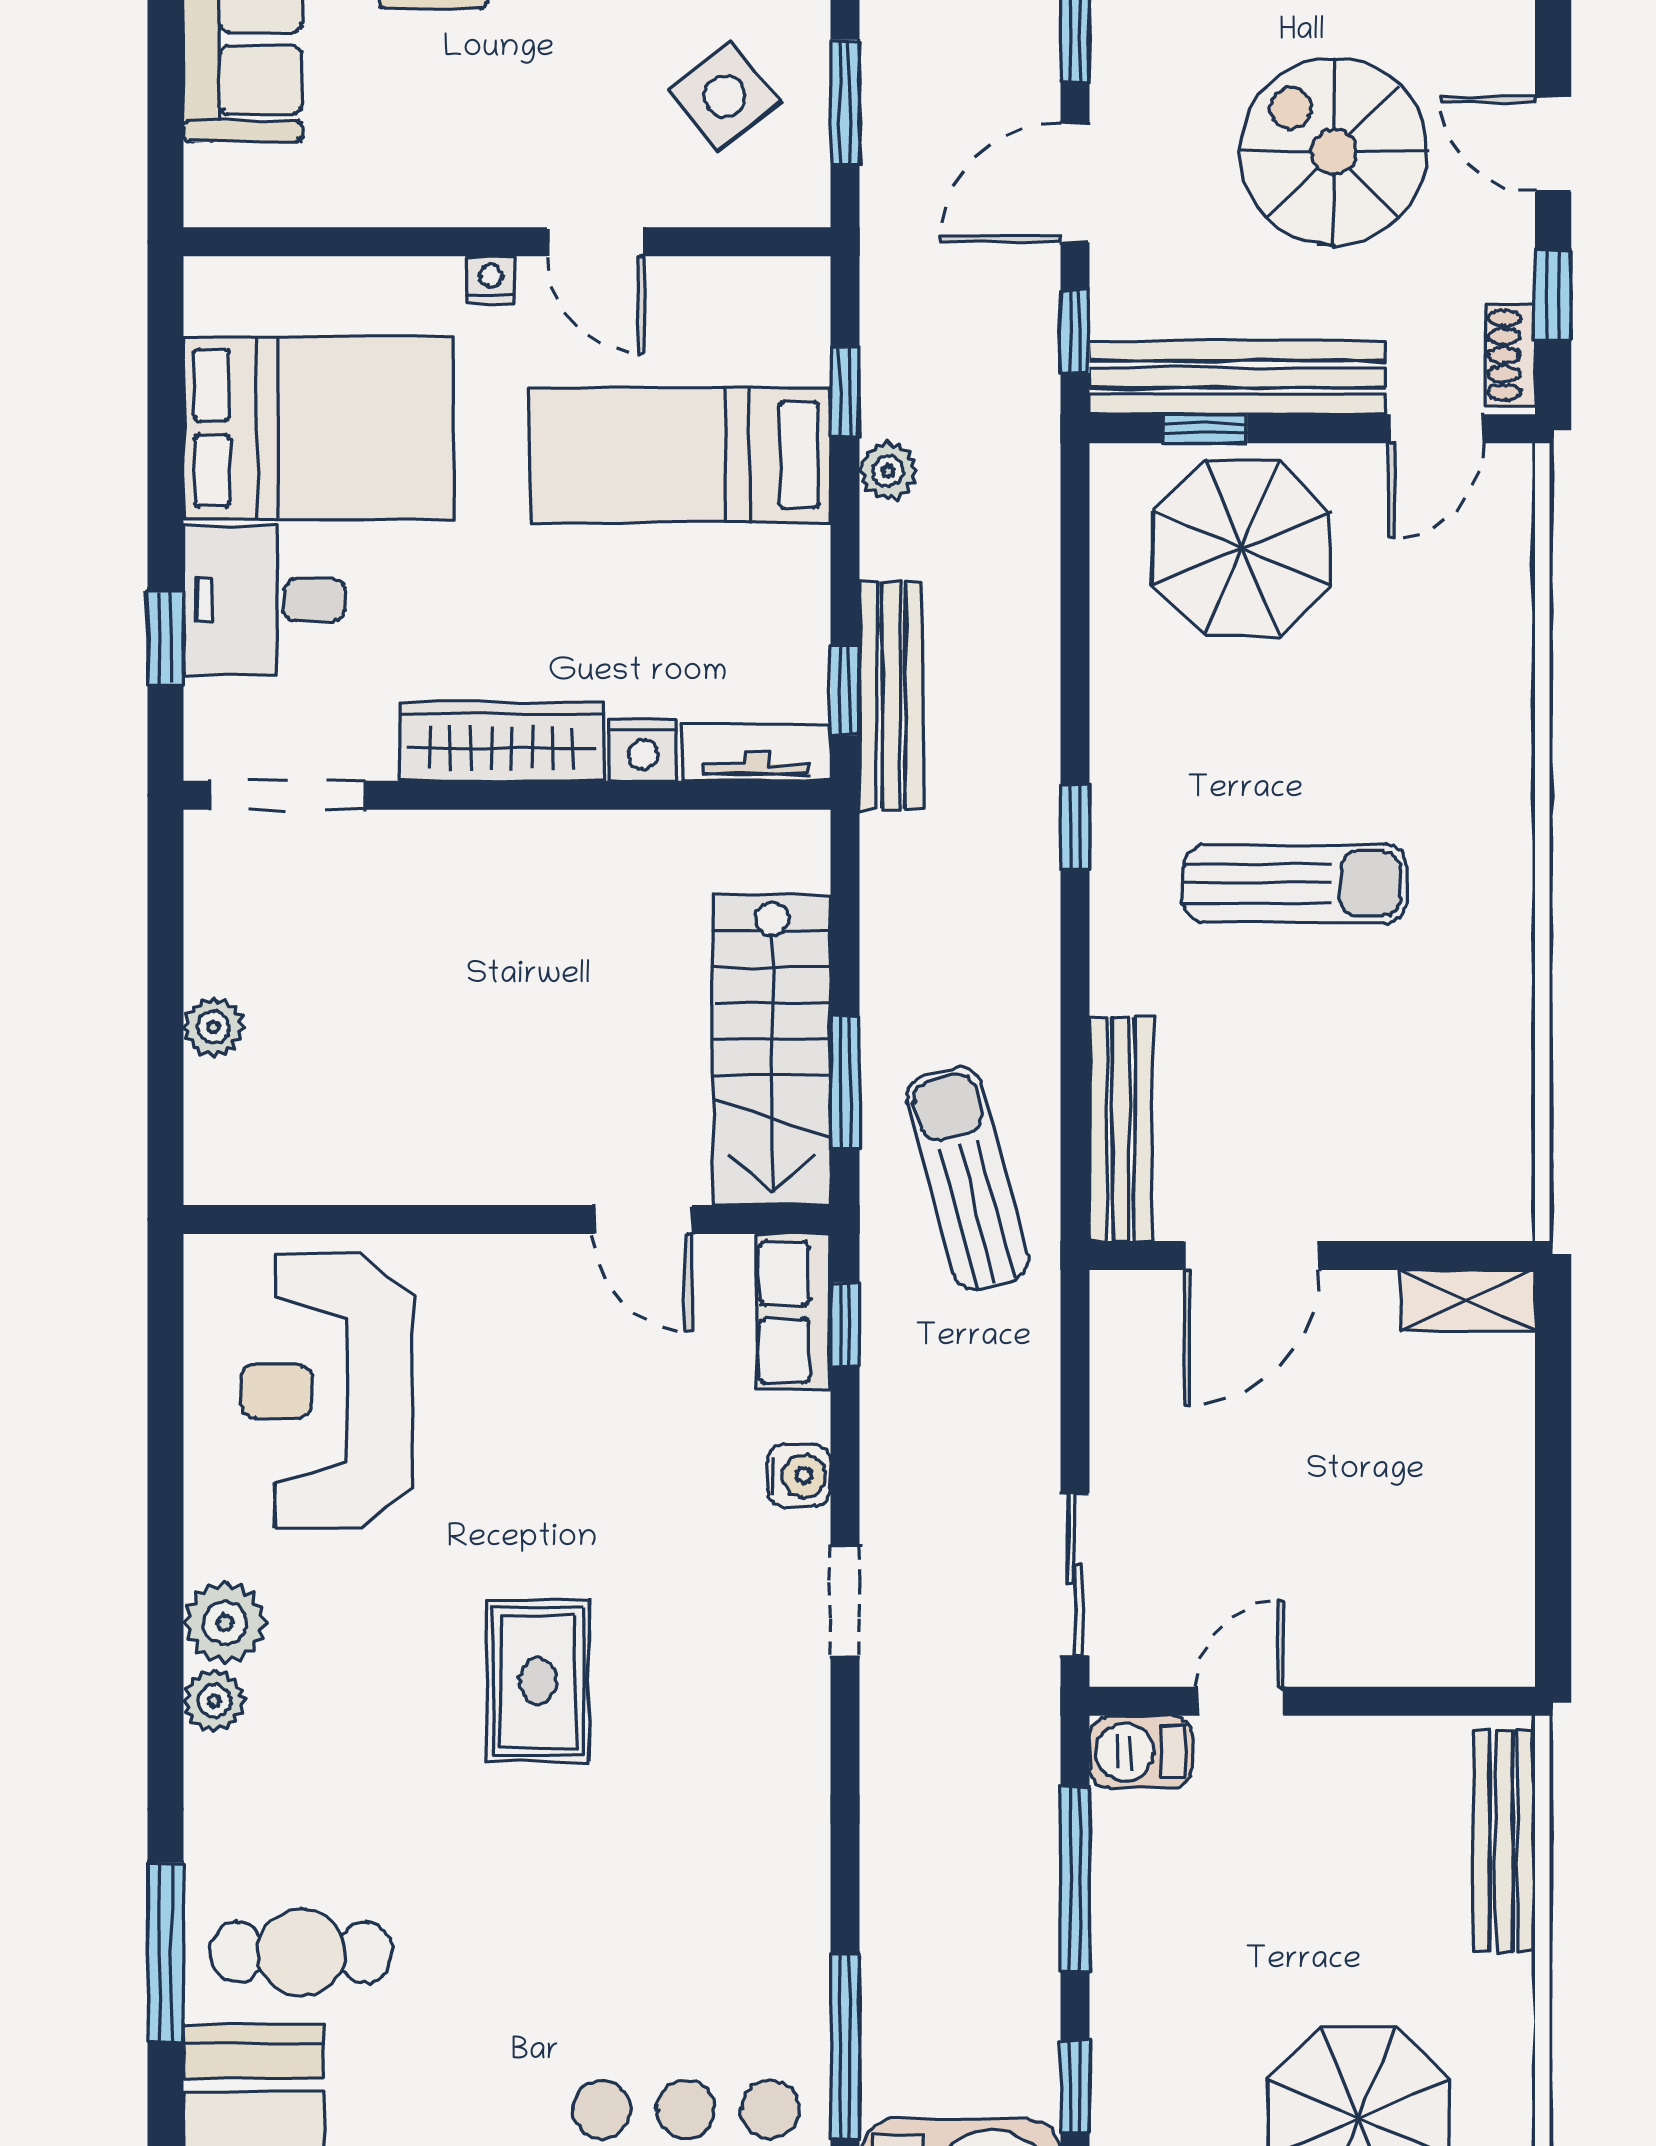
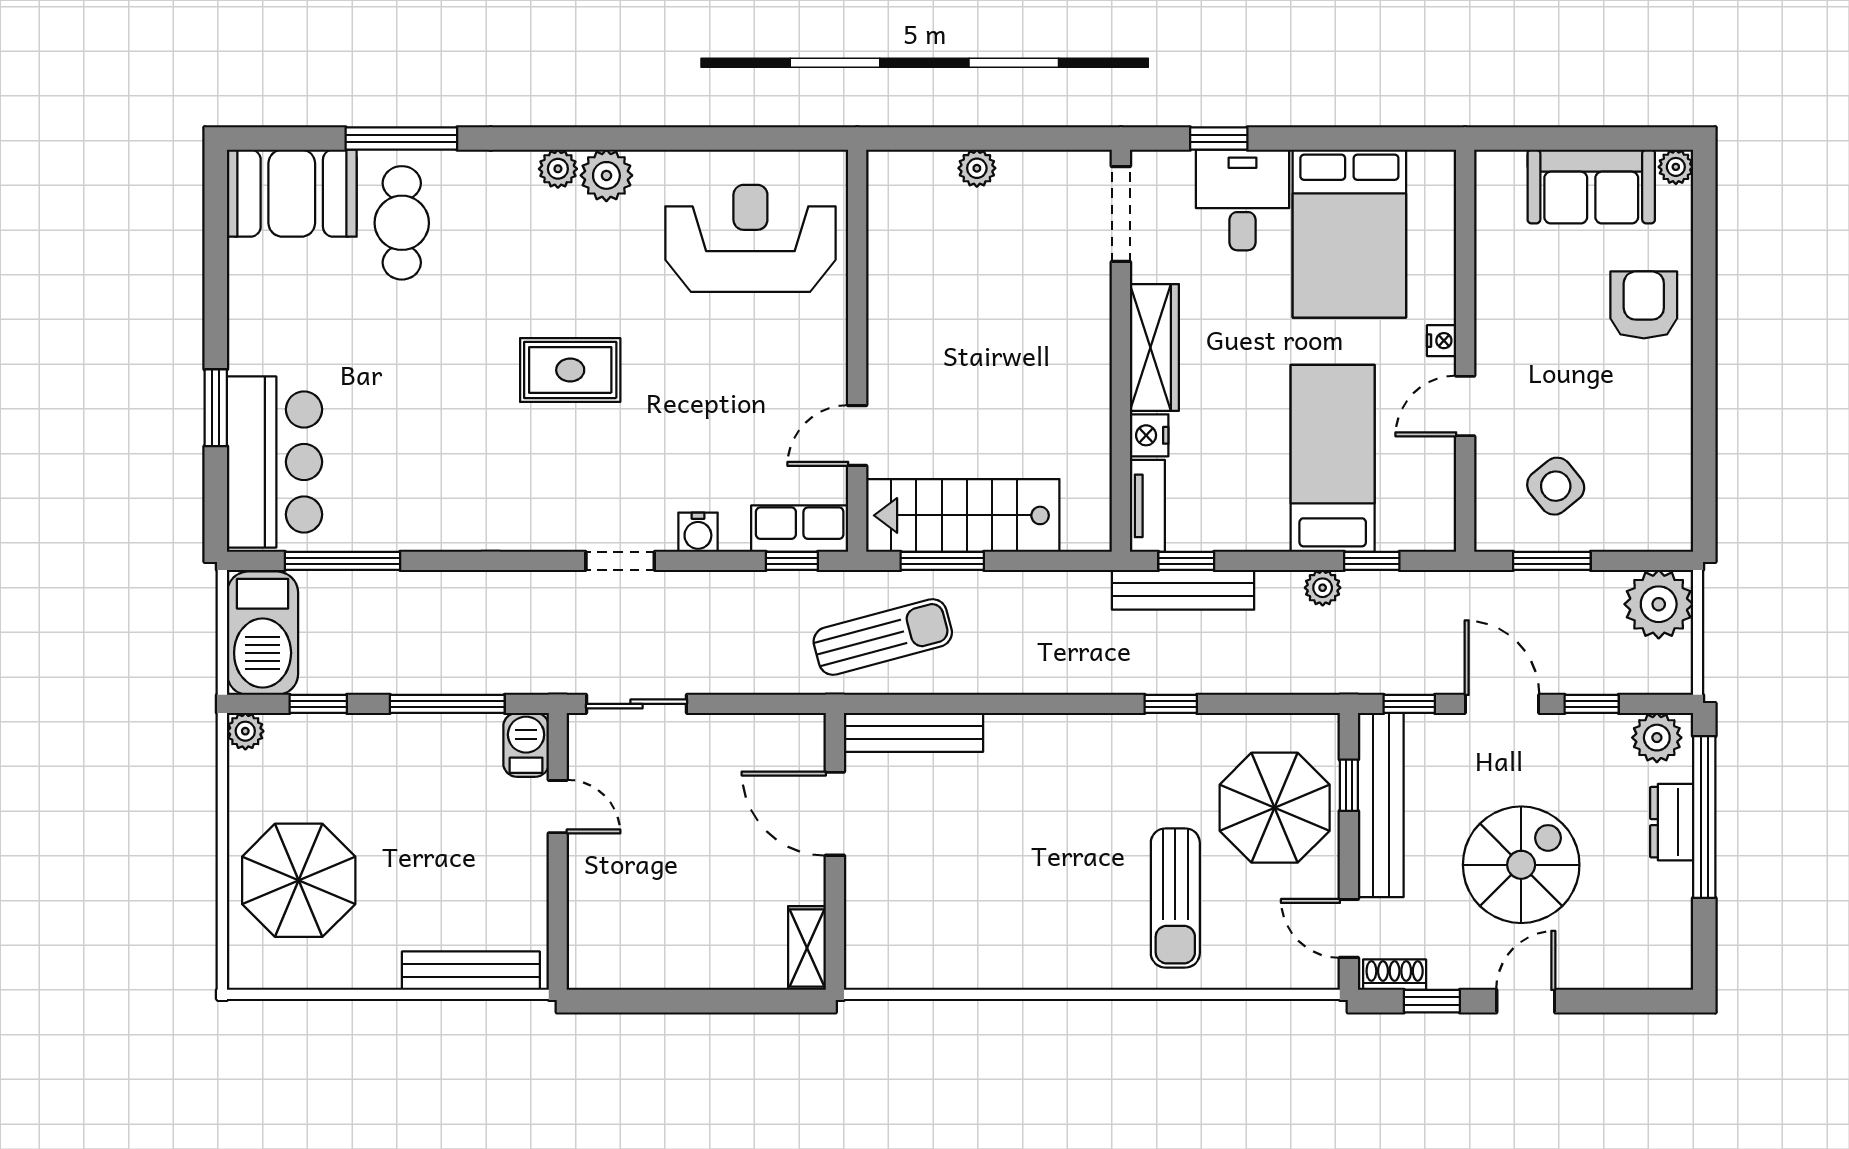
window: (1075, 827) -> (1171, 704), moved
sun lounger: (1295, 883) -> (1175, 898), moved

